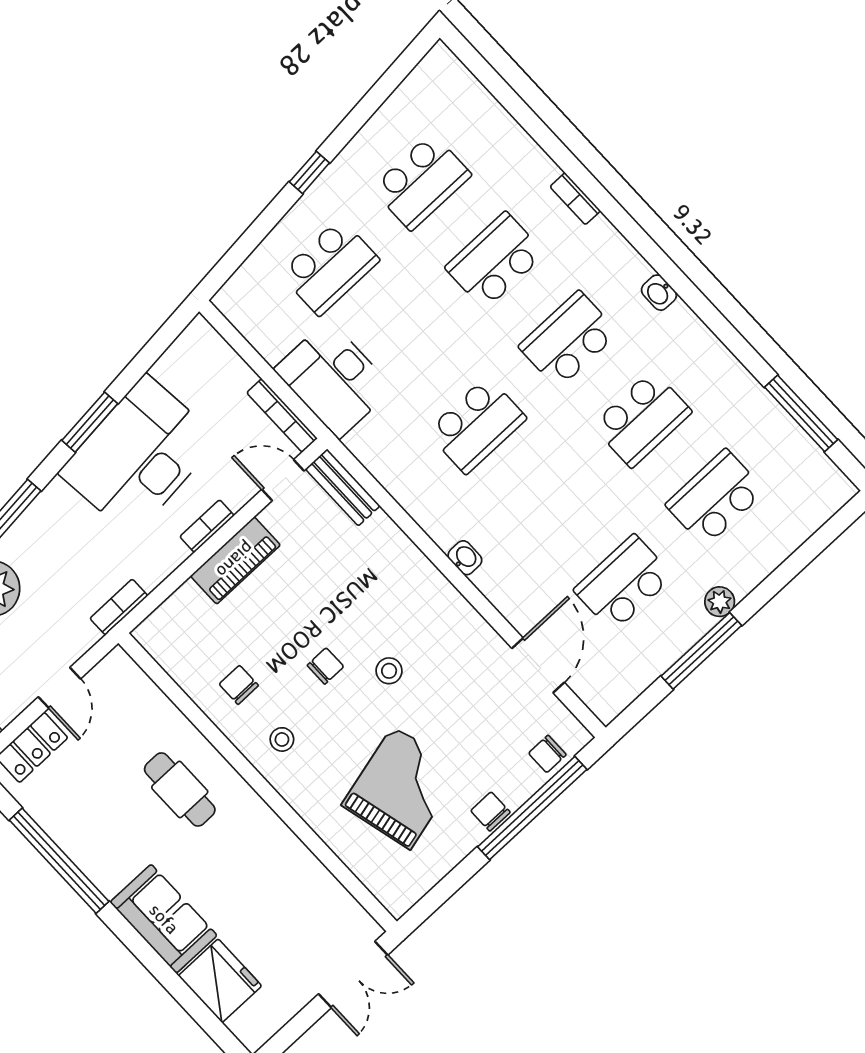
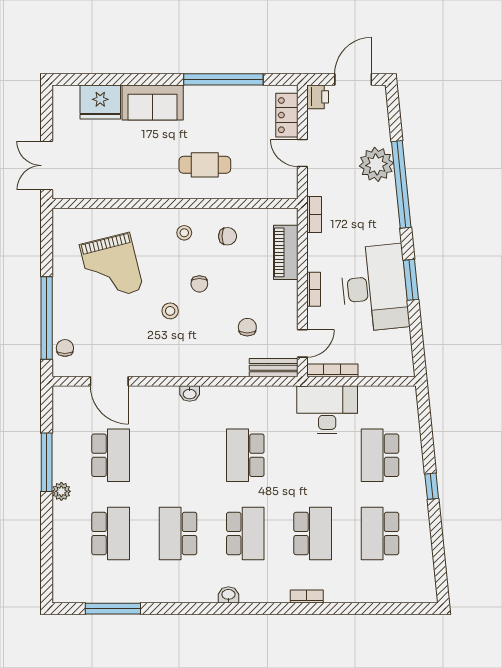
piano: (235, 560) -> (286, 252), moved
chair: (490, 811) -> (247, 327), moved, turned -90

